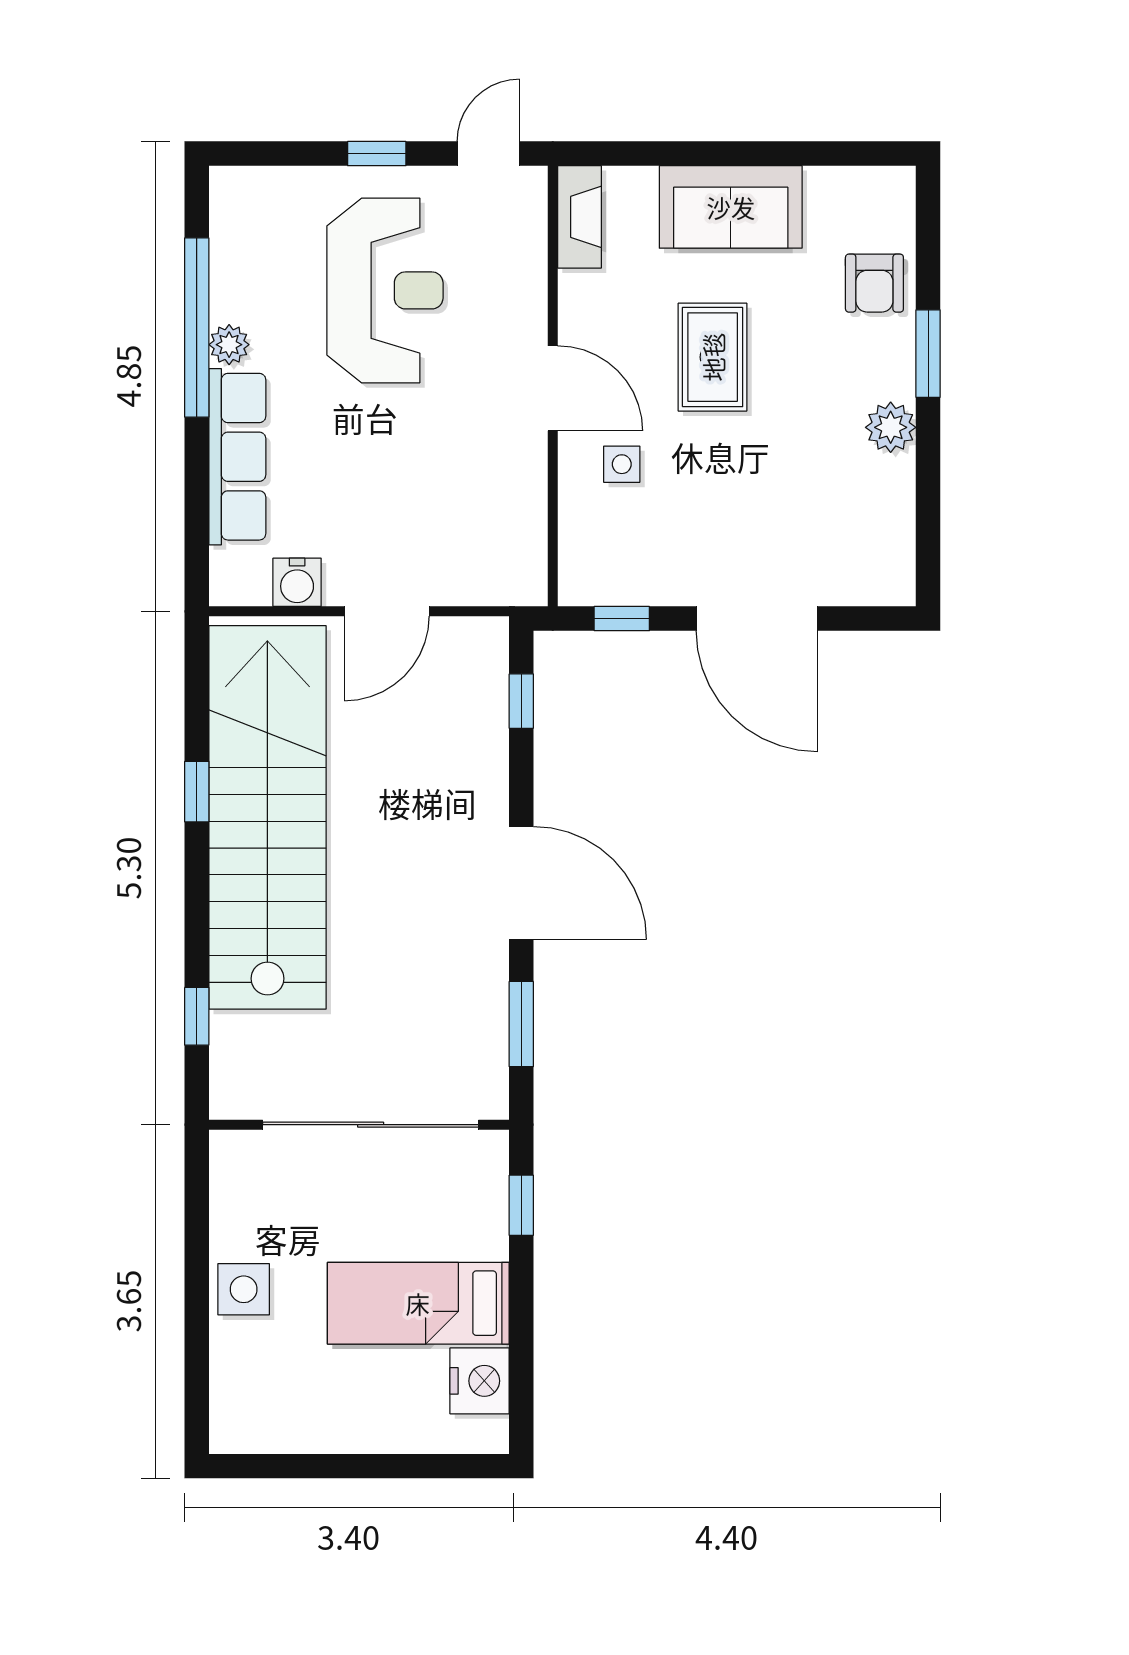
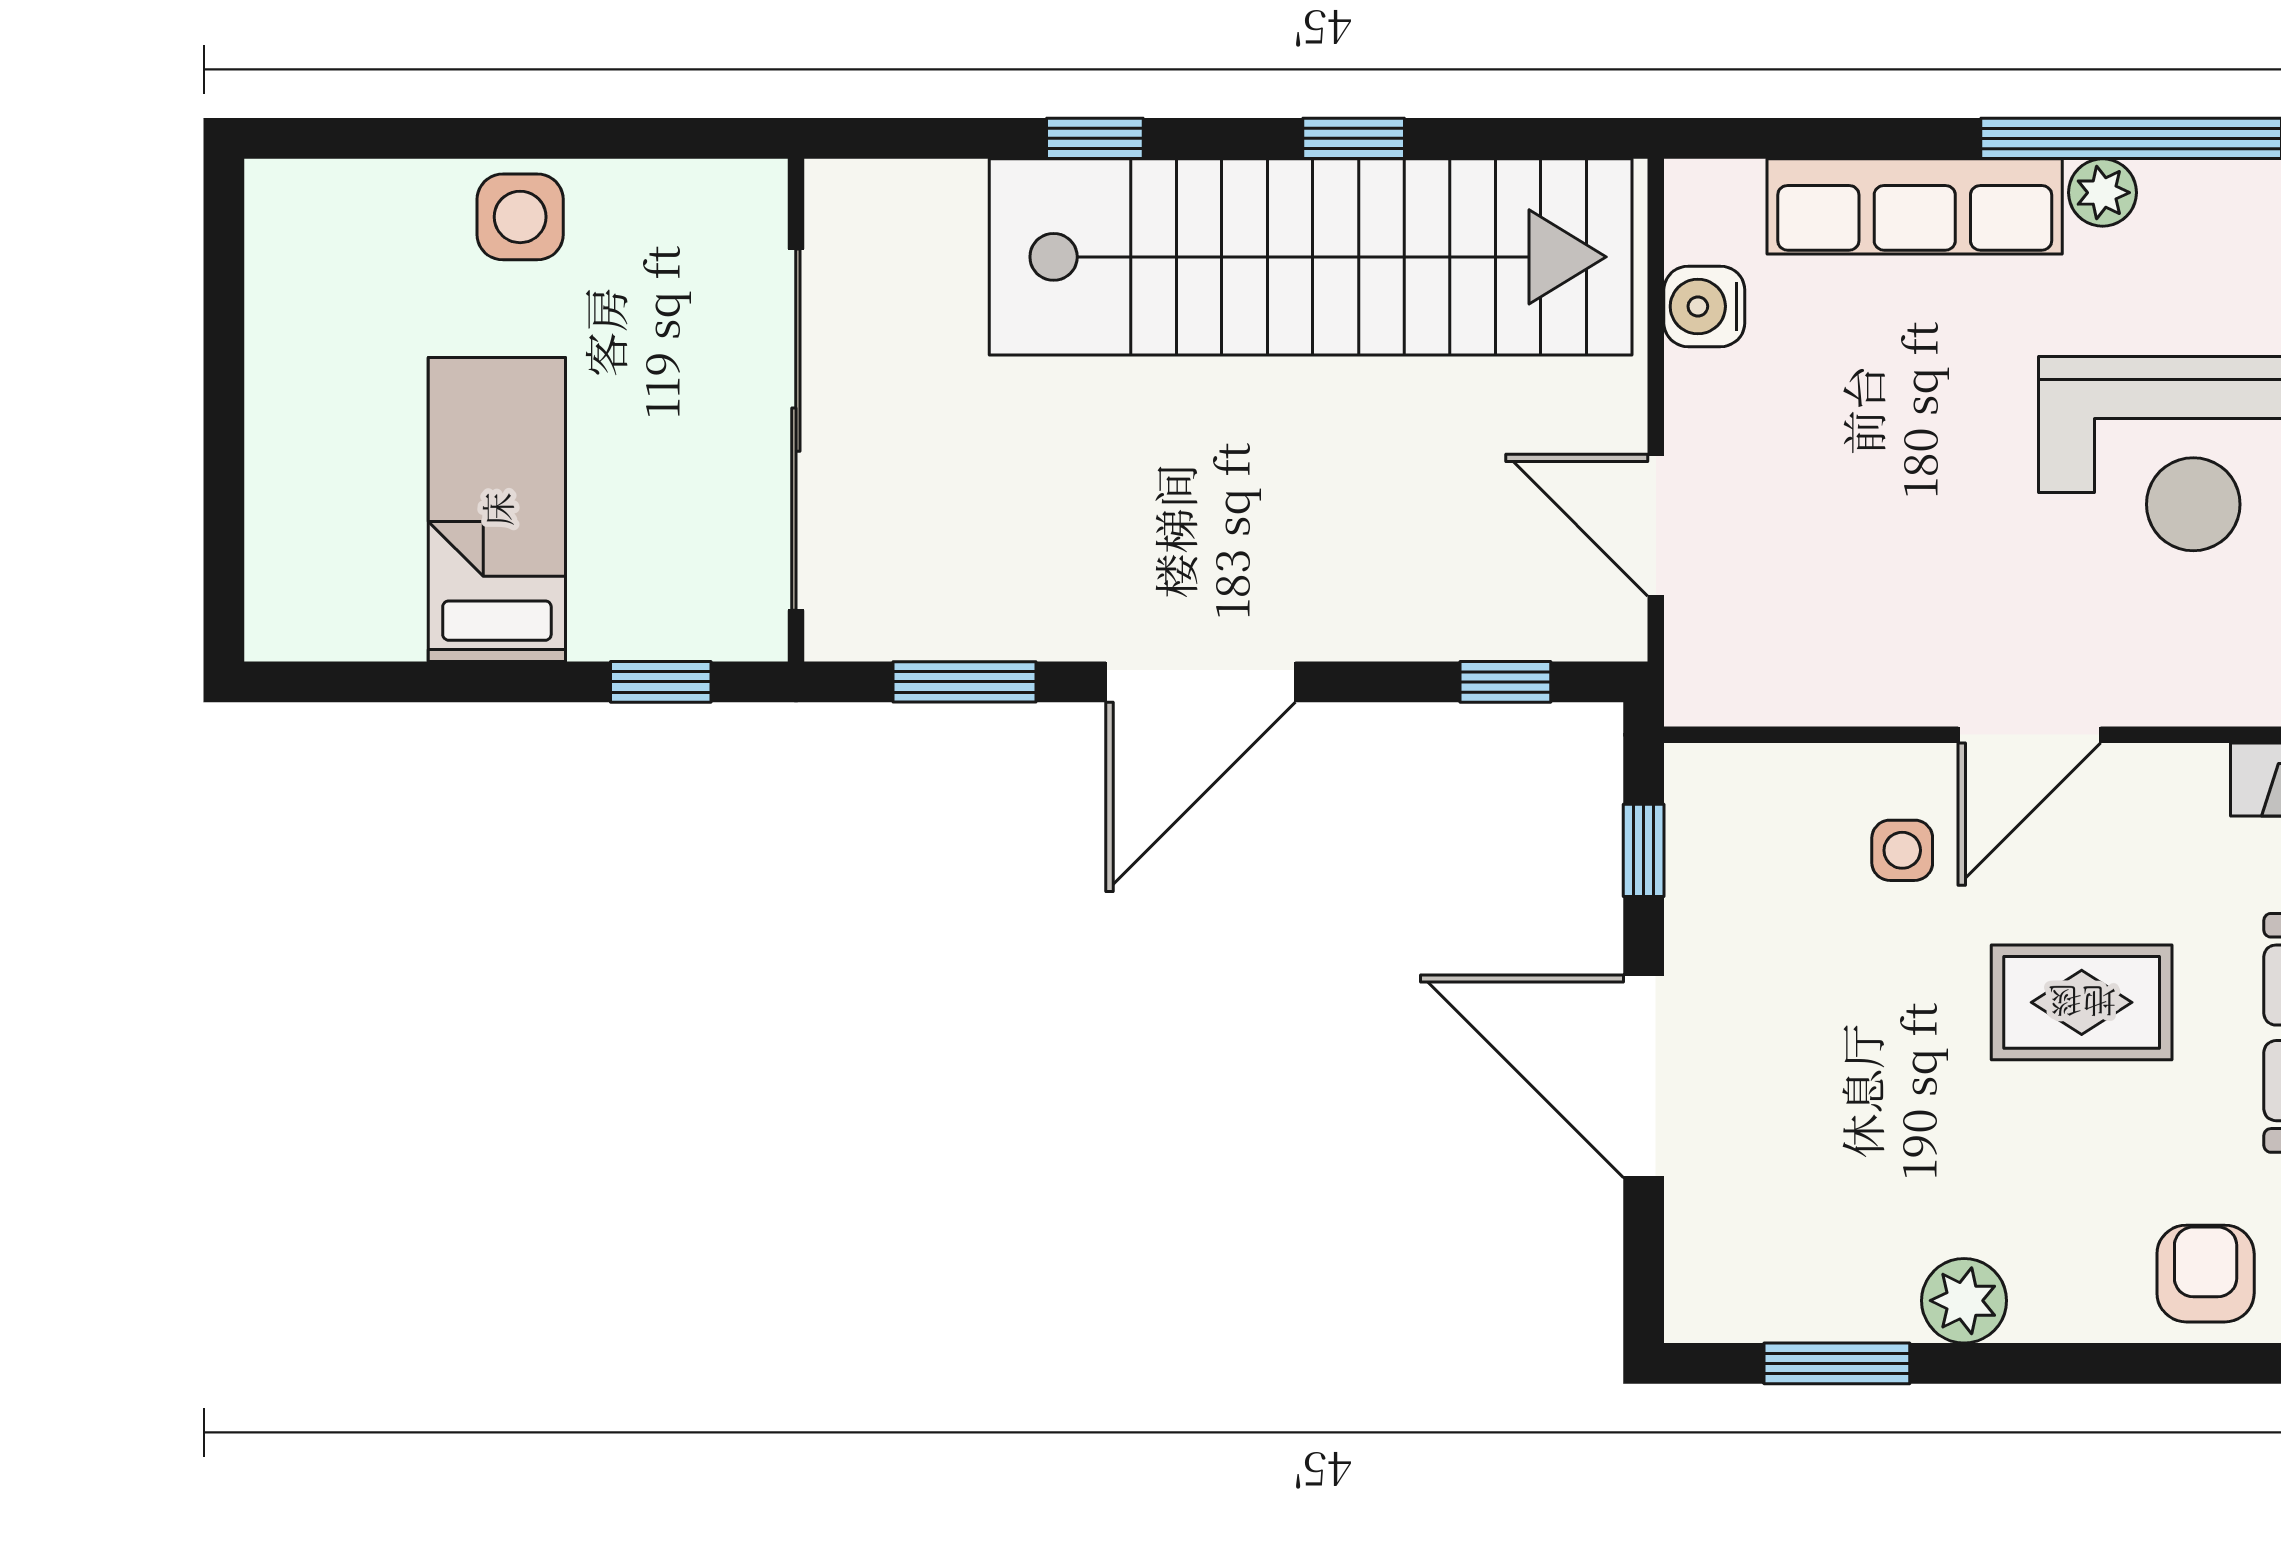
armchair: (874, 283) -> (2206, 1274), turned 90
window: (928, 354) -> (1837, 1363), moved
door: (387, 611) -> (1656, 525), moved
door: (757, 619) -> (1644, 1076), hinge flipped
window: (197, 1016) -> (1095, 138), moved
nightstand: (480, 1381) -> (367, 612), removed

